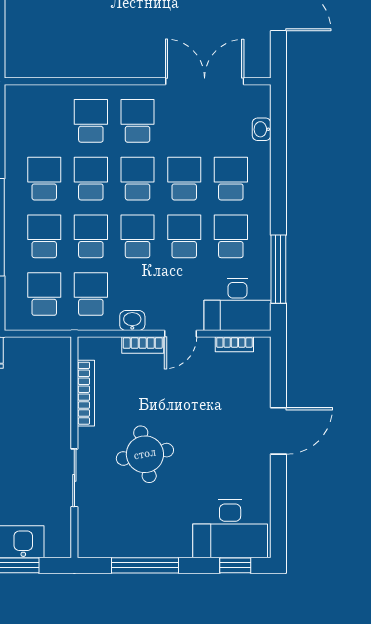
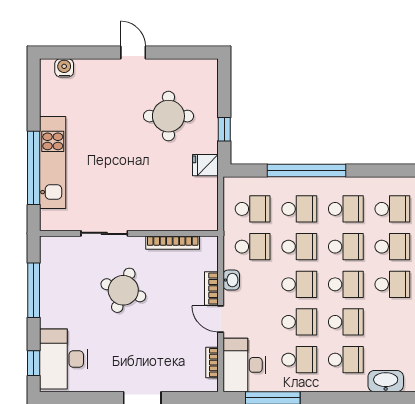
school desk: (44, 121) -> (392, 209), added
washbasin: (262, 129) -> (386, 381), width x1.91, depth x1.45
round table: (145, 454) -> (123, 290), turned 31

